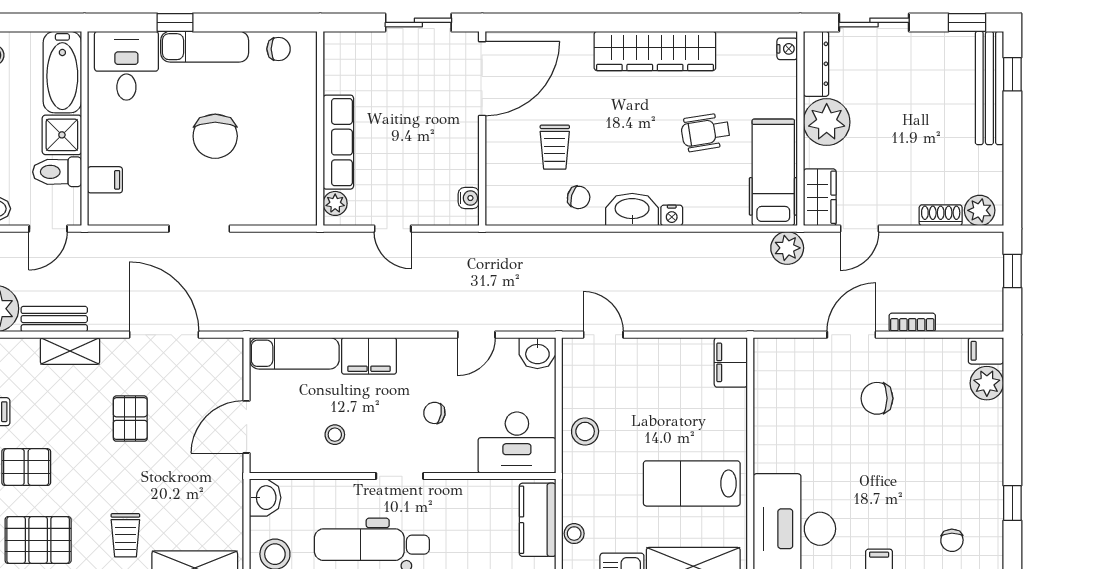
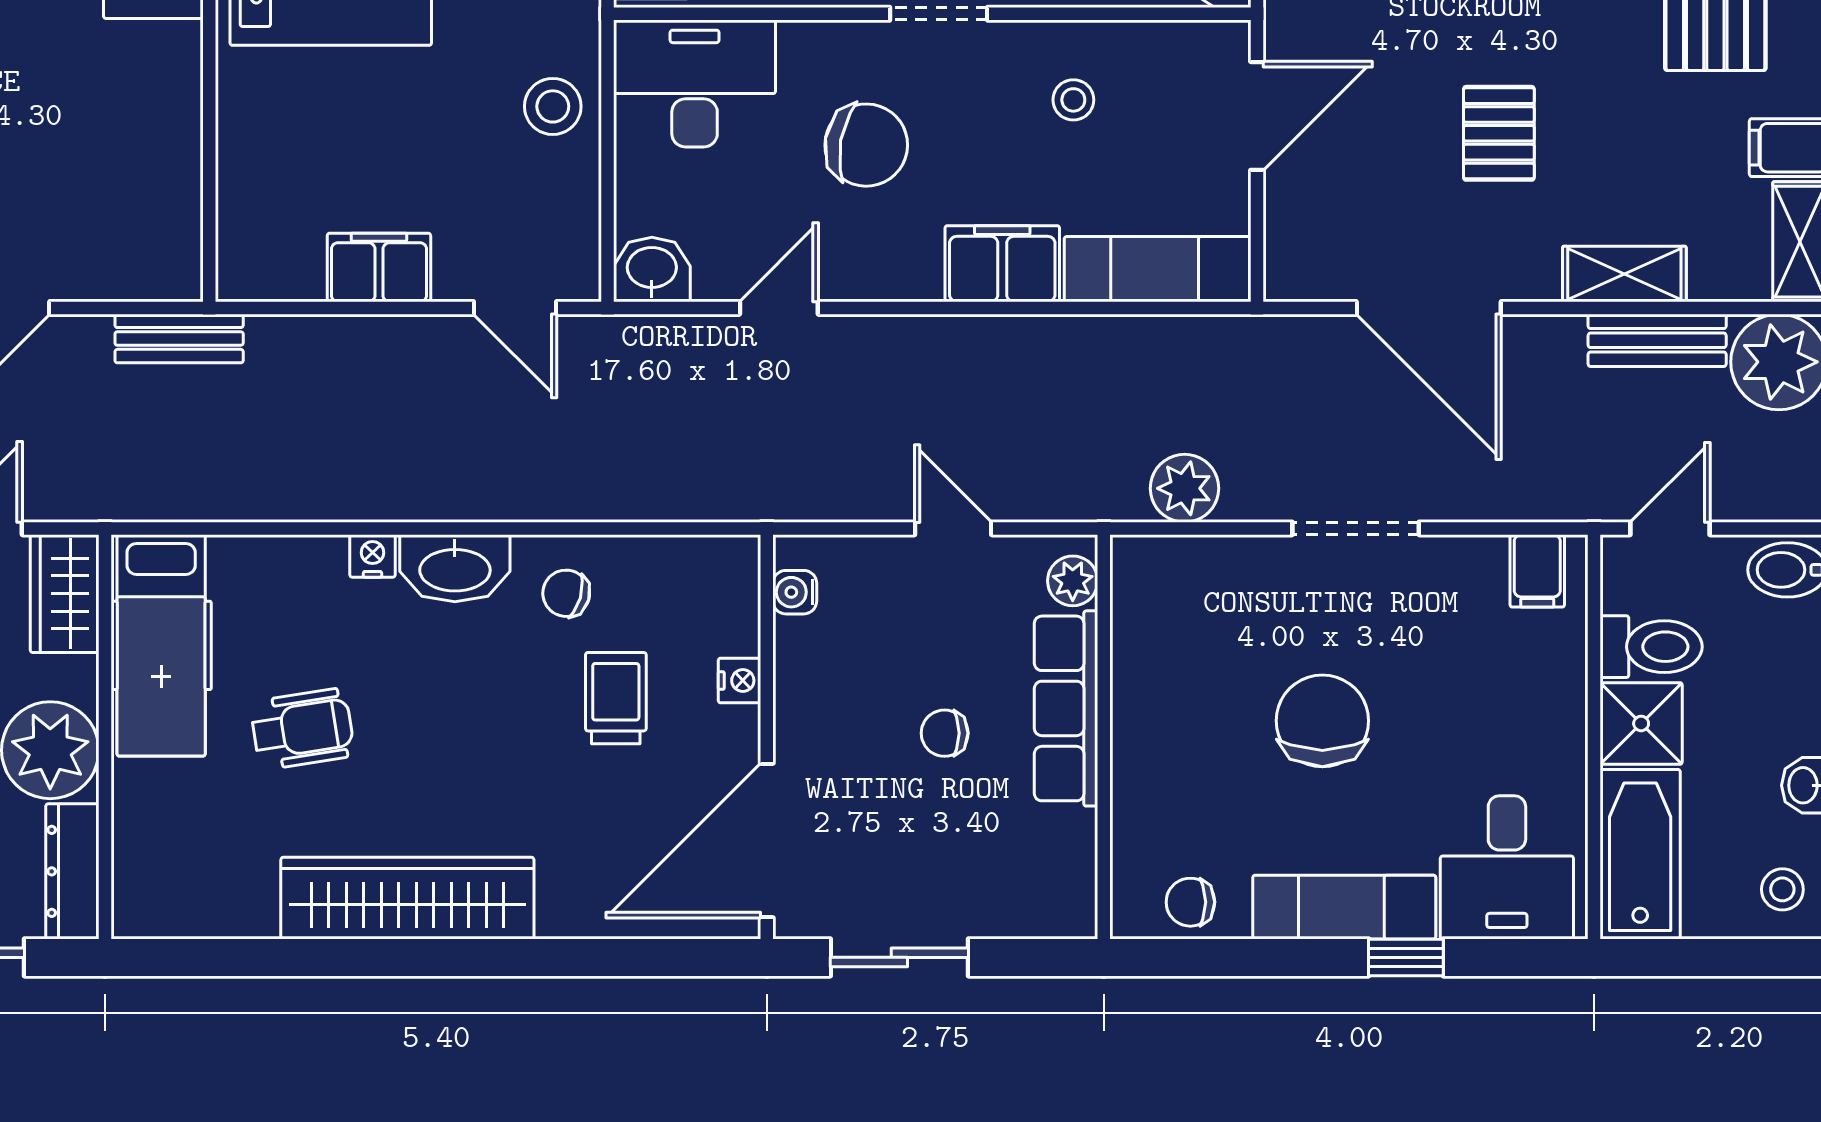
nightstand: (787, 49) -> (739, 681), moved, turned 180
chair: (397, 130) -> (945, 733), added
filing cabinet: (105, 180) -> (1537, 571), moved, turned -90
plant: (787, 248) -> (1185, 488), moved
bench: (765, 320) -> (179, 338), added
filing cabinet: (731, 362) -> (379, 267), moved, turned -90
chair: (434, 413) -> (866, 145), width x1.87, depth x1.87

